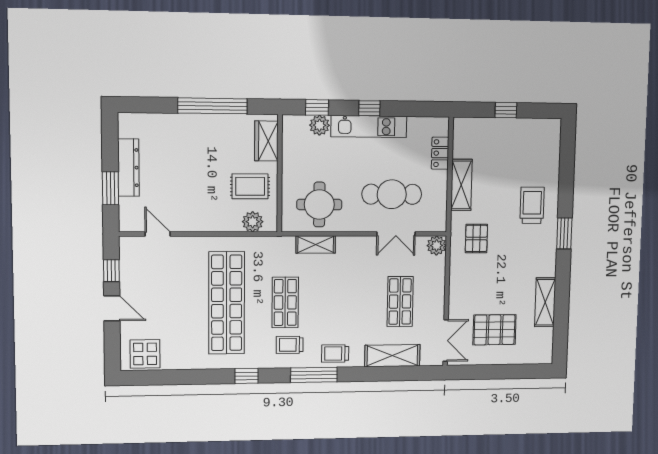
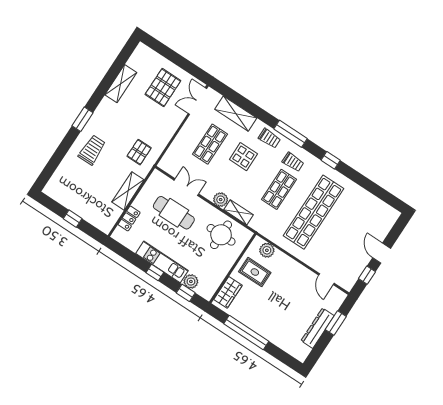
trolley: (532, 205) -> (92, 150), turned 180
plant: (437, 245) -> (221, 200), moved
pallet: (495, 330) -> (163, 88), turned 90
display table: (145, 354) -> (243, 157), moved

